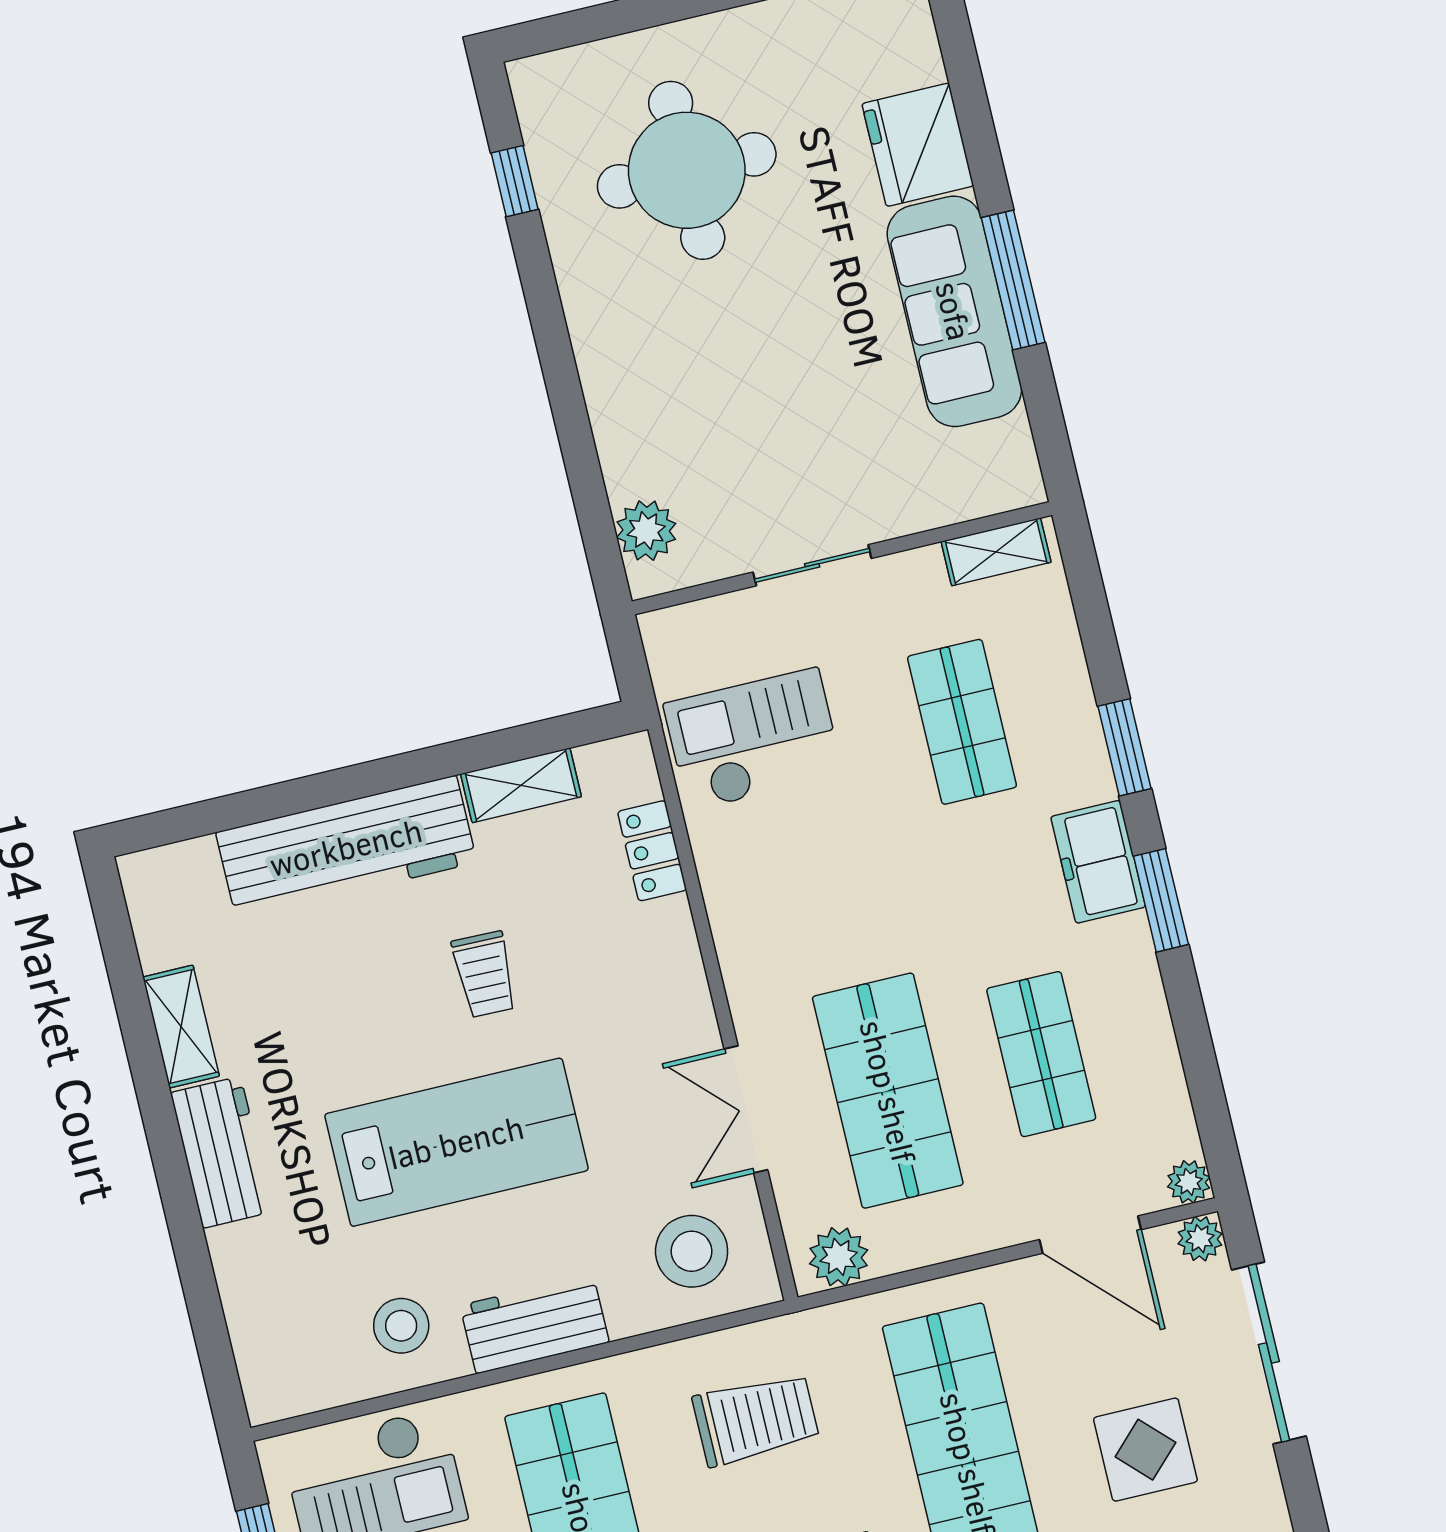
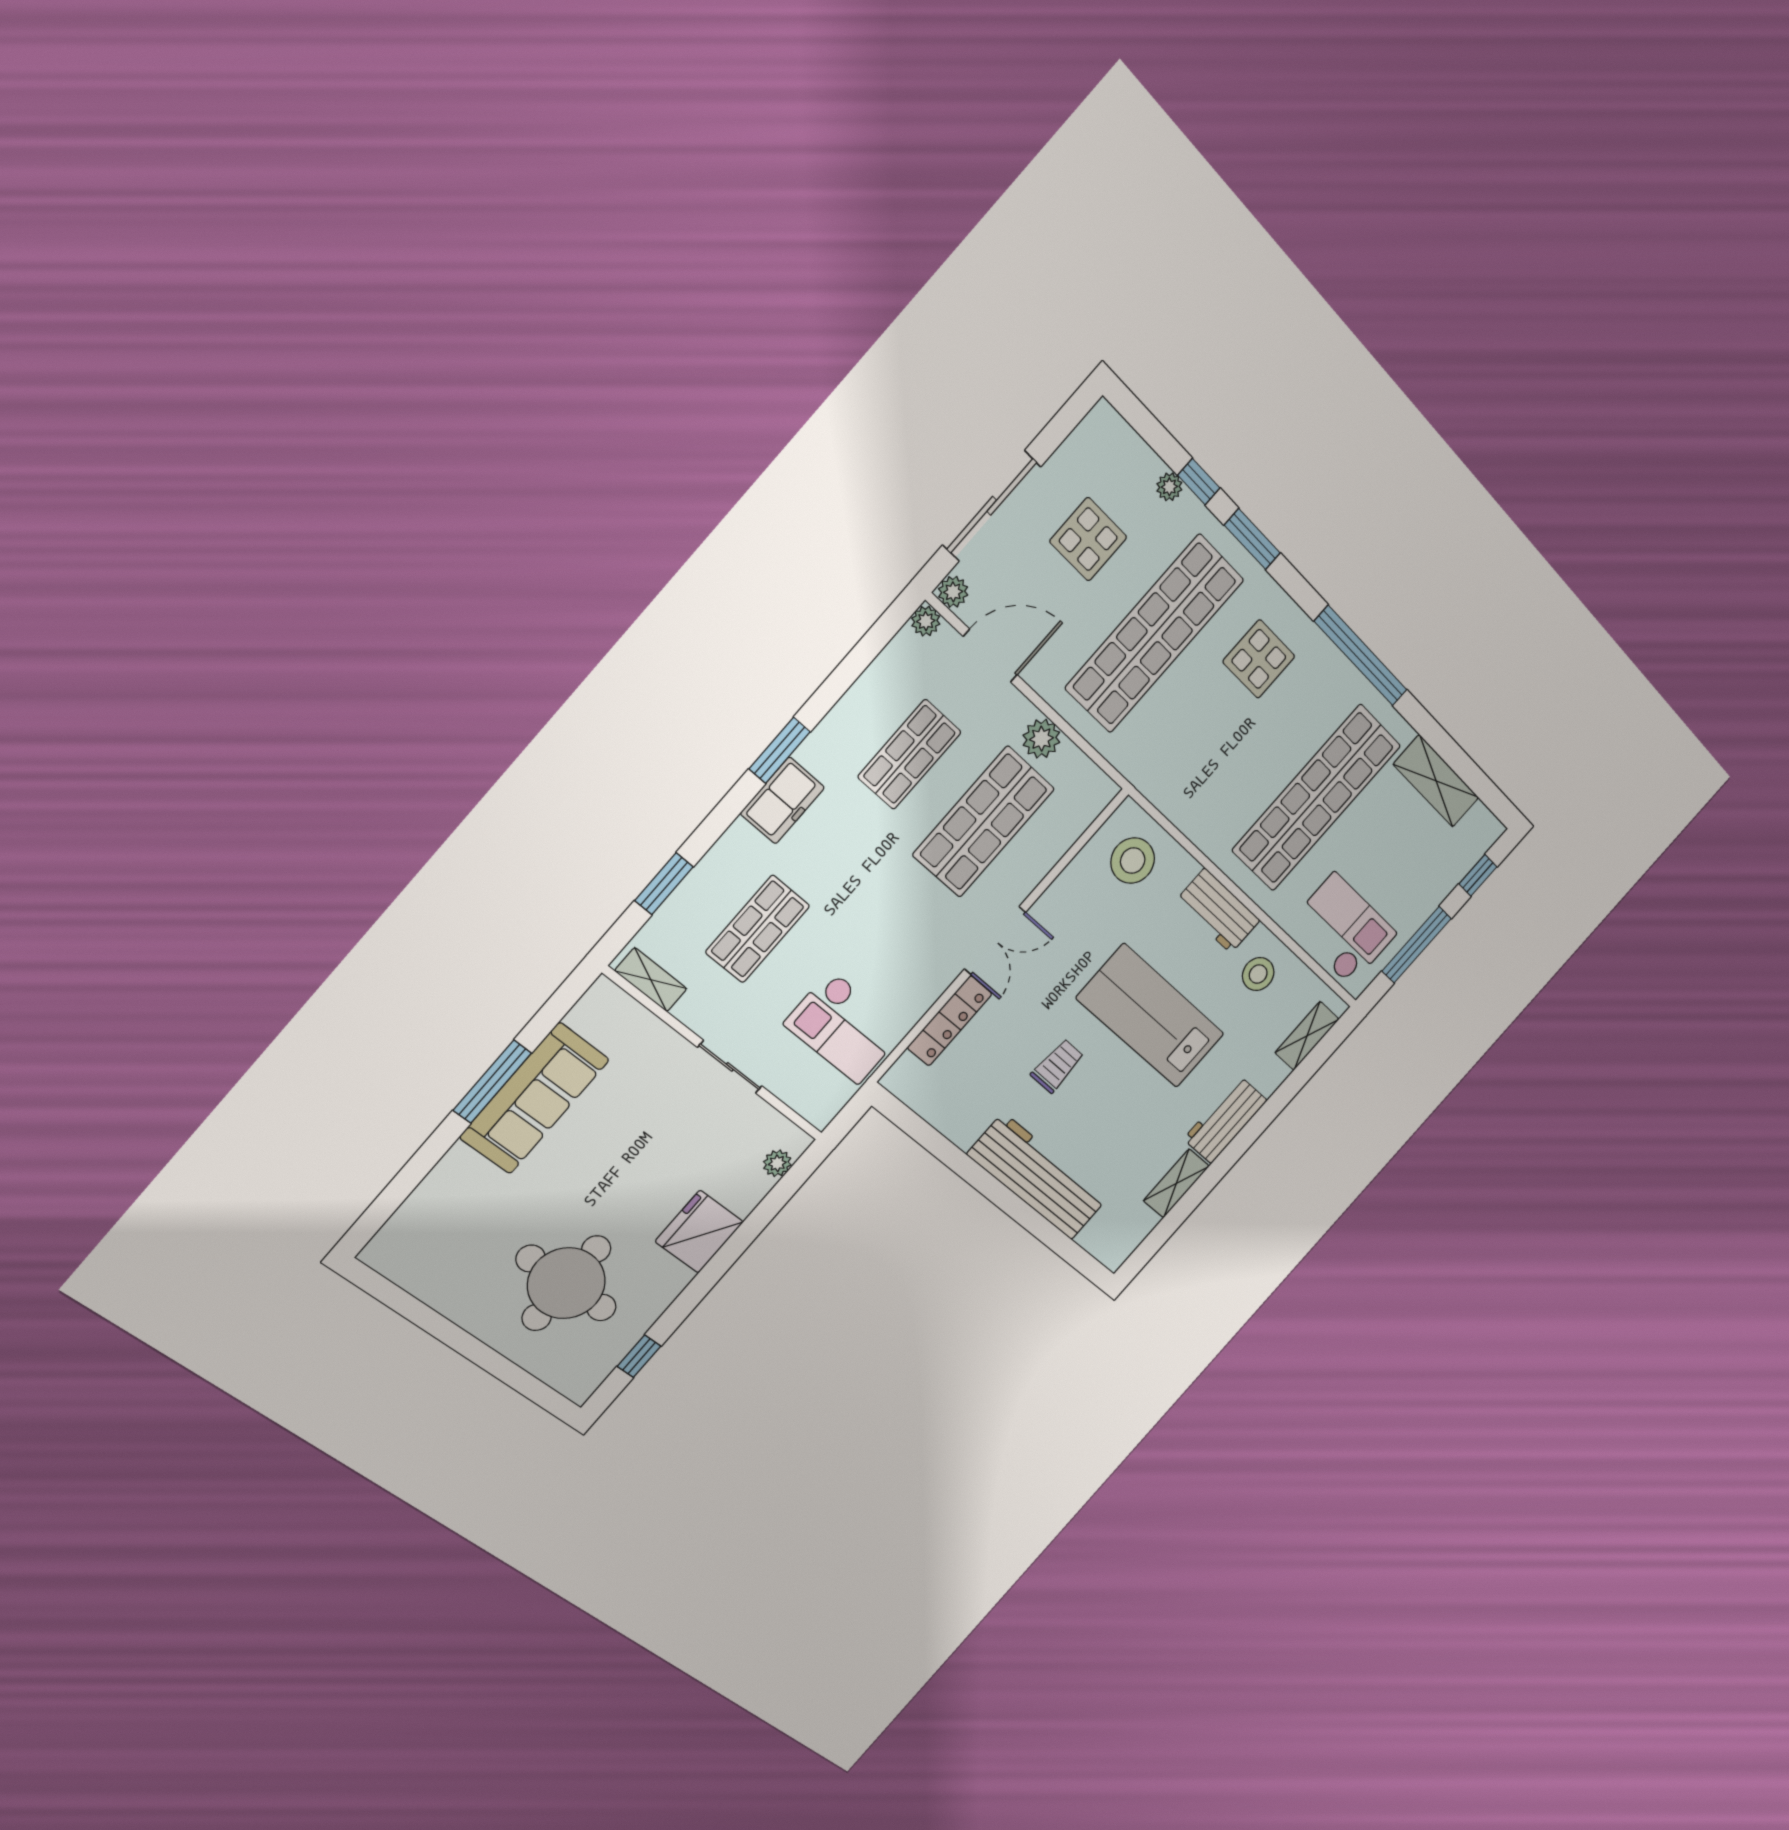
fridge: (918, 145) -> (699, 1232), moved, turned 180
plant: (646, 531) -> (777, 1163), width x0.73, depth x0.73
window: (1125, 747) -> (664, 884), moved
shelving: (521, 785) -> (1307, 1036), moved, turned 90
locker: (652, 851) -> (950, 1021), width x1.53
double door: (746, 1109) -> (995, 941), moved
door: (1090, 1235) -> (990, 656), hinge flipped
plant: (839, 1257) -> (1041, 739), moved
trolley: (756, 1419) -> (1199, 764), removed

